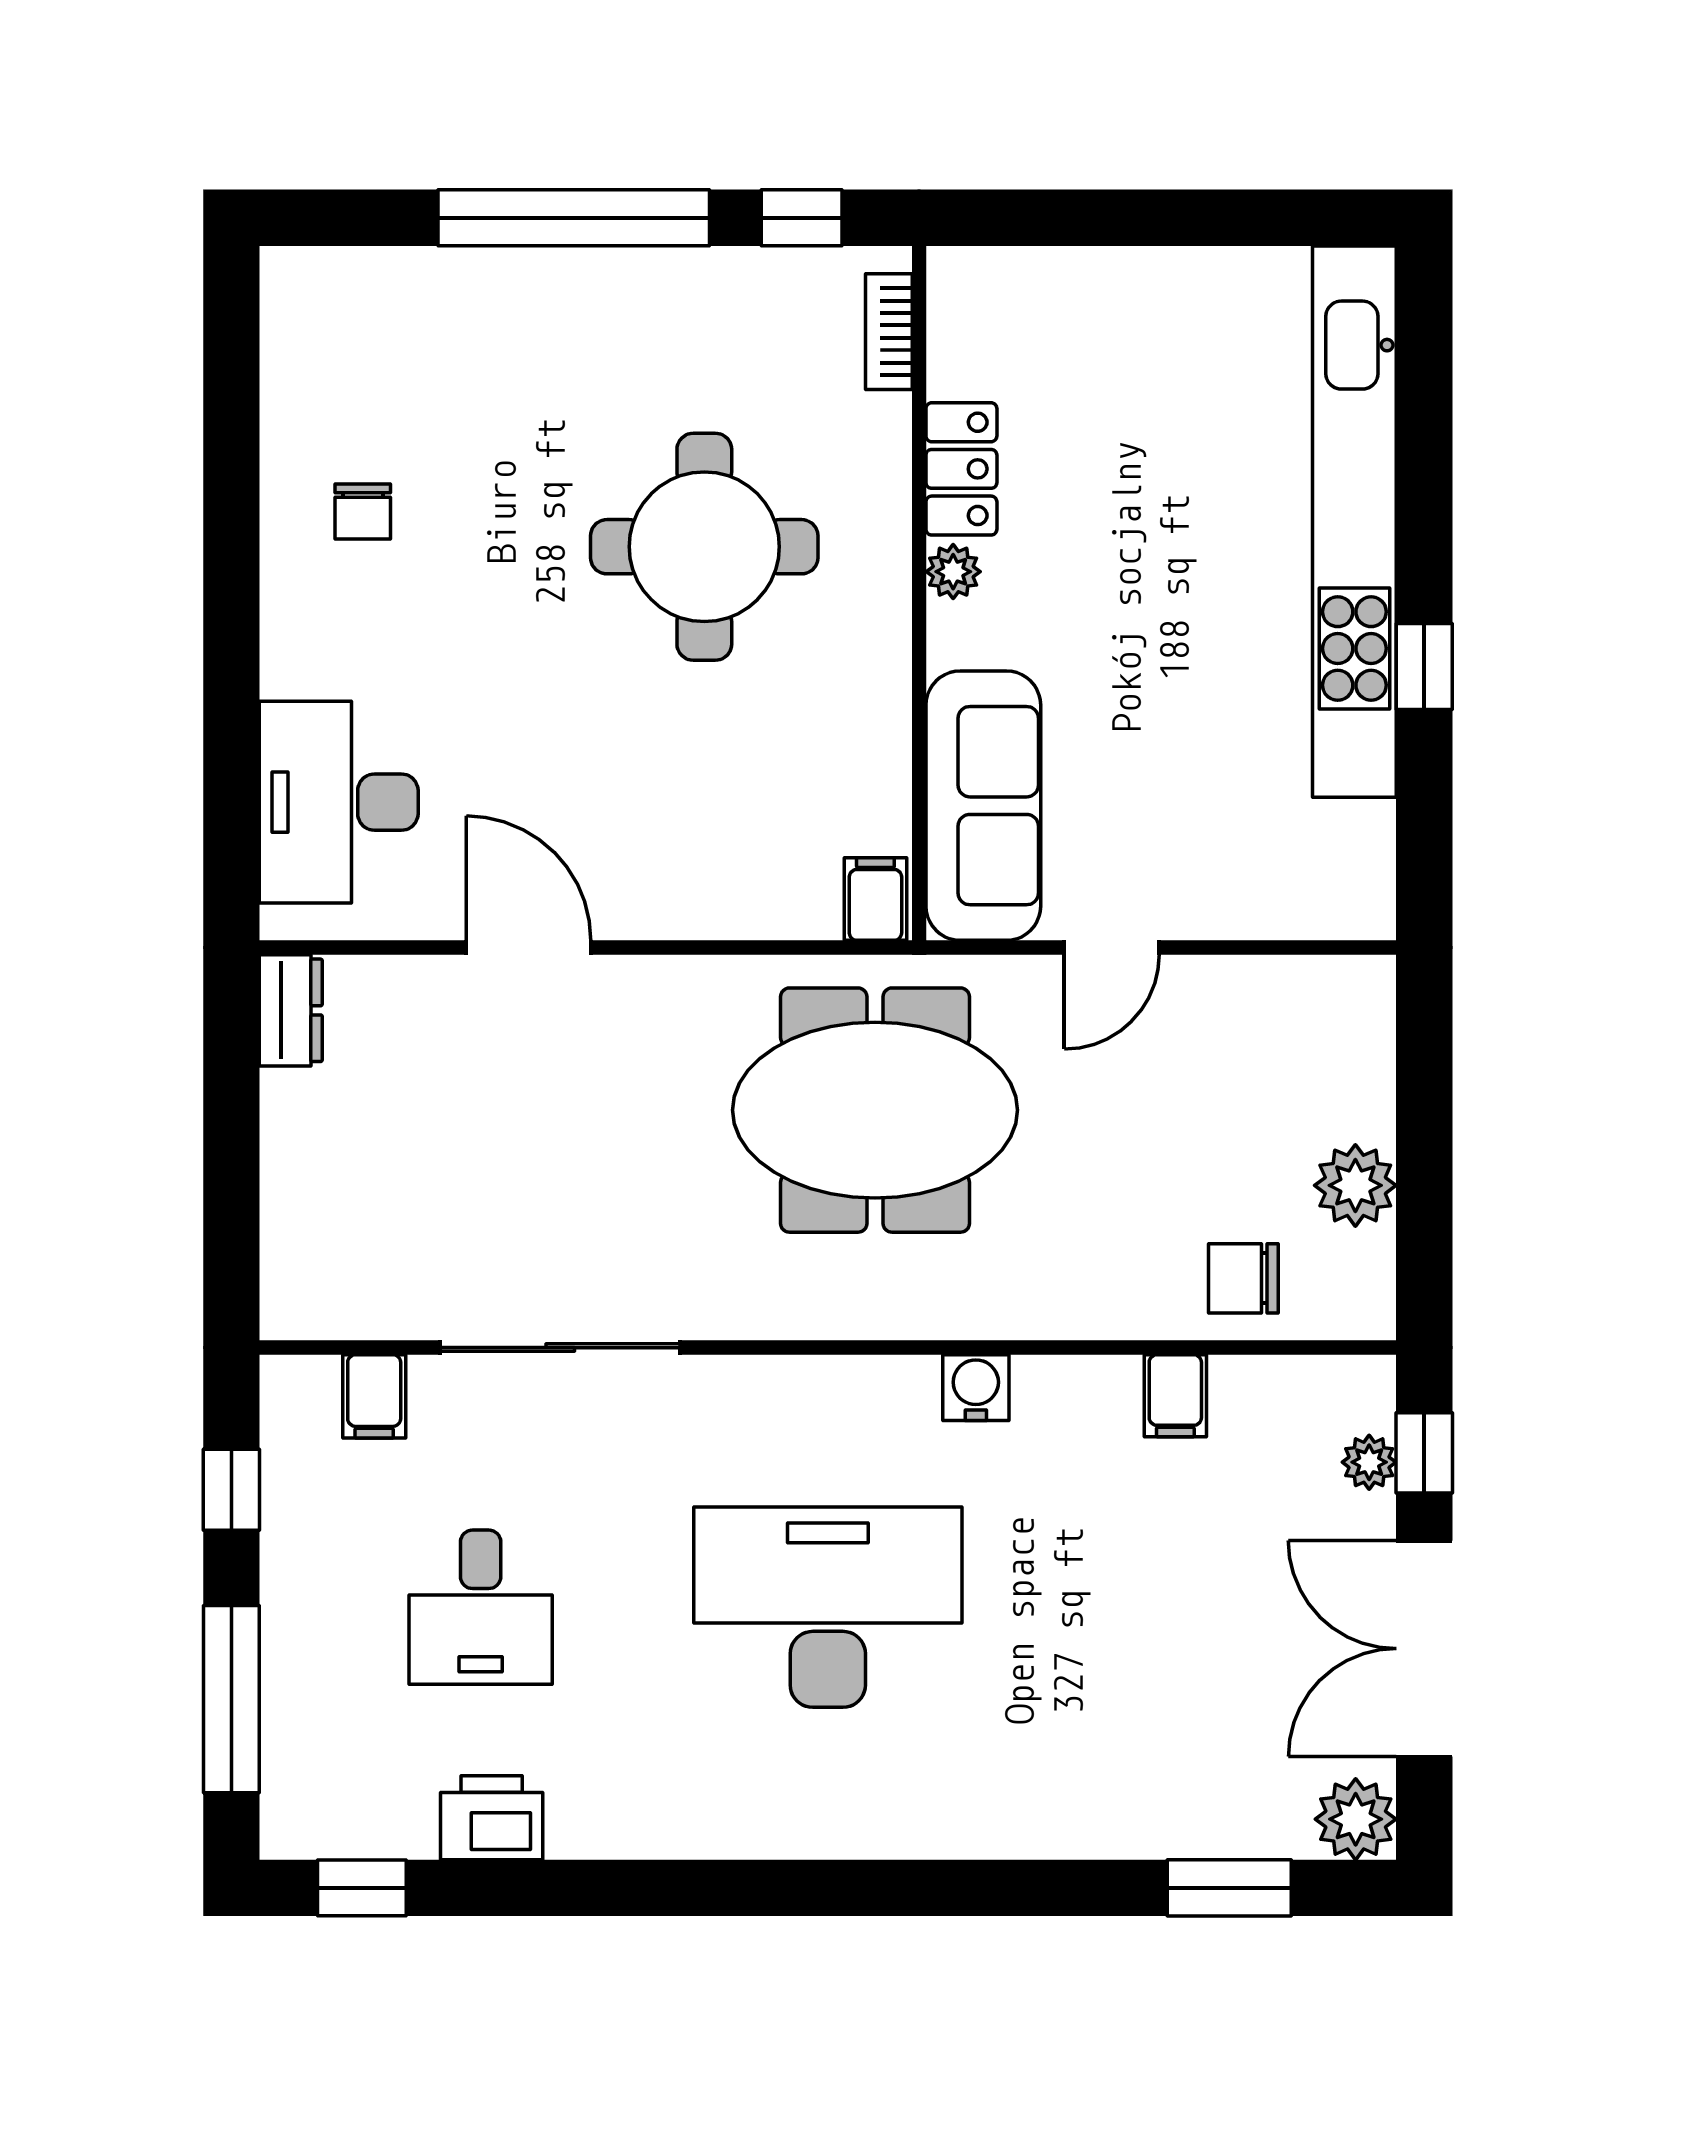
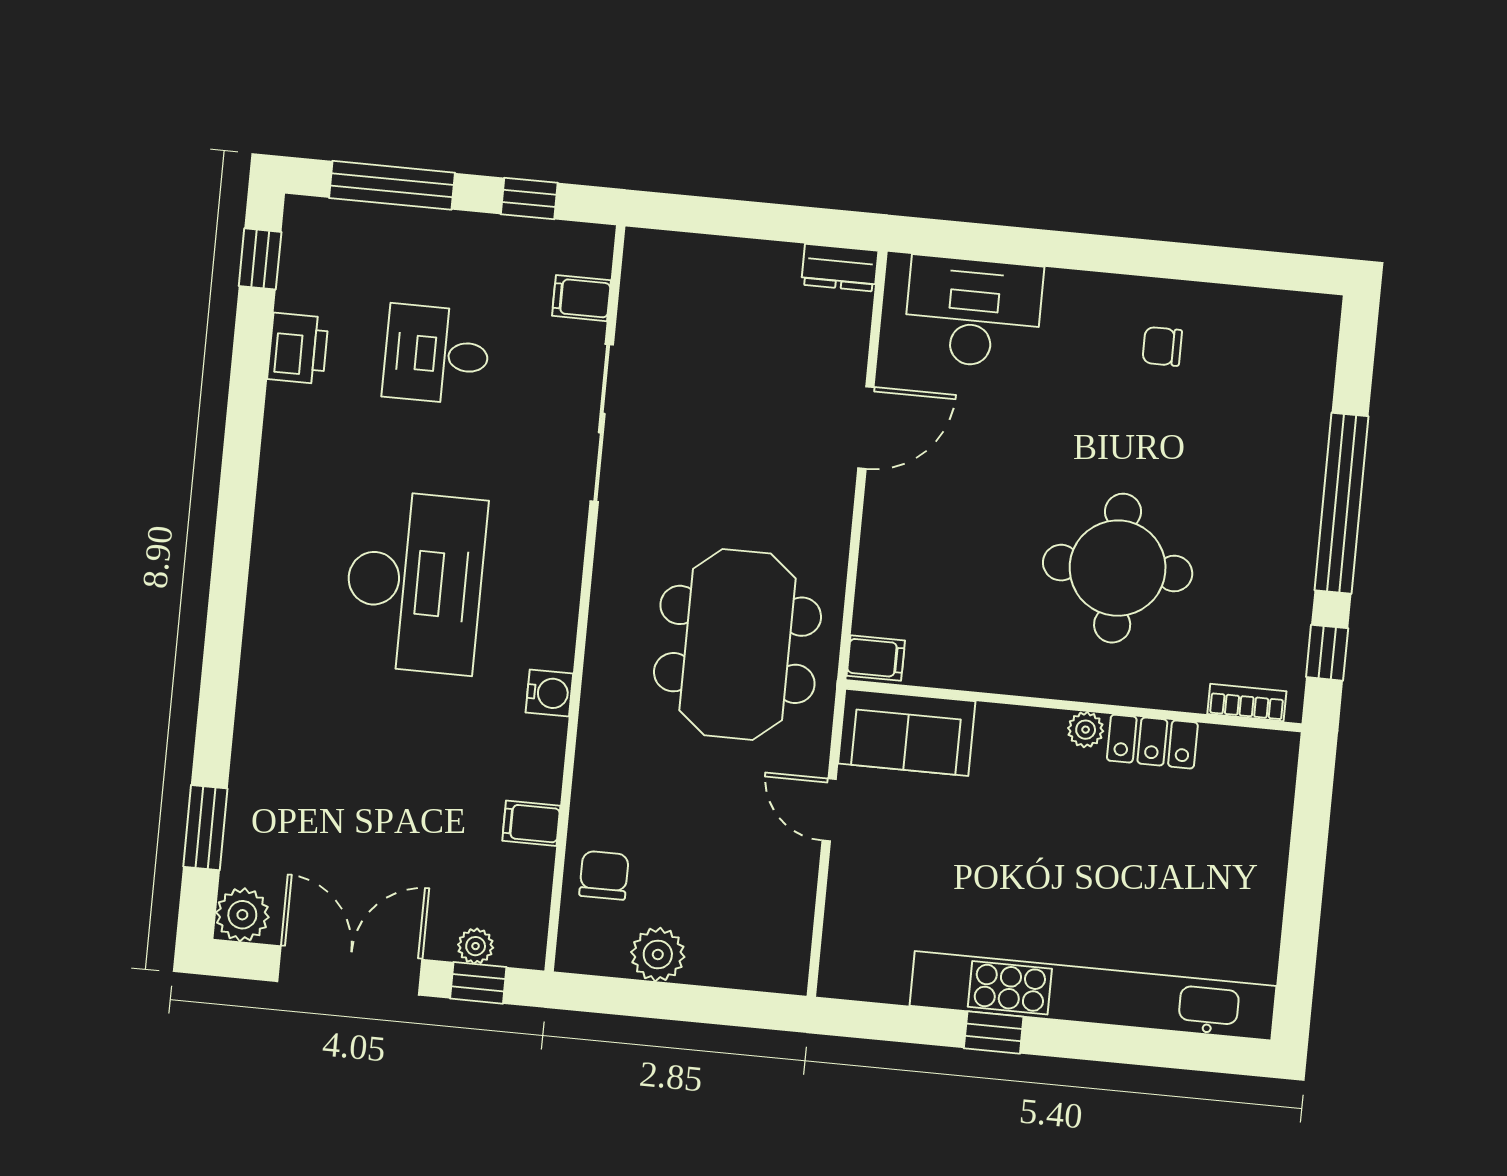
sofa: (983, 806) -> (907, 732), width x0.73

